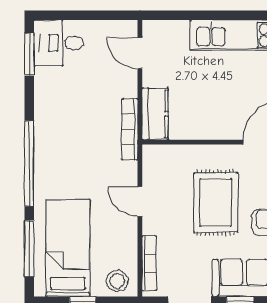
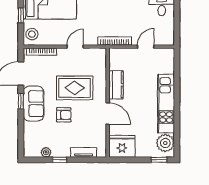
door: (140, 53) -> (146, 47), moved
kitchen counter: (155, 114) -> (116, 85), moved, turned -90

